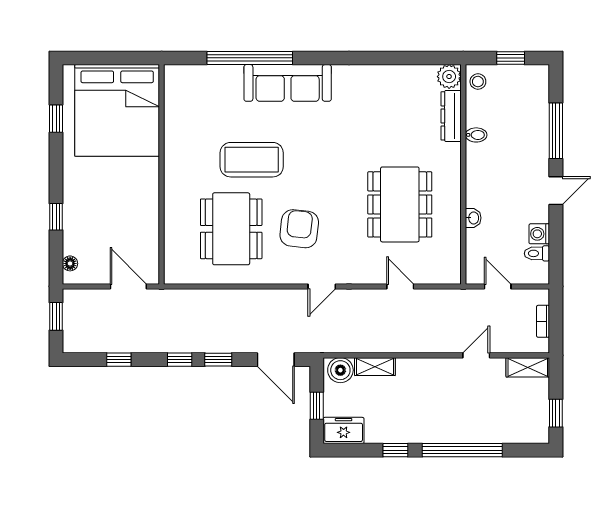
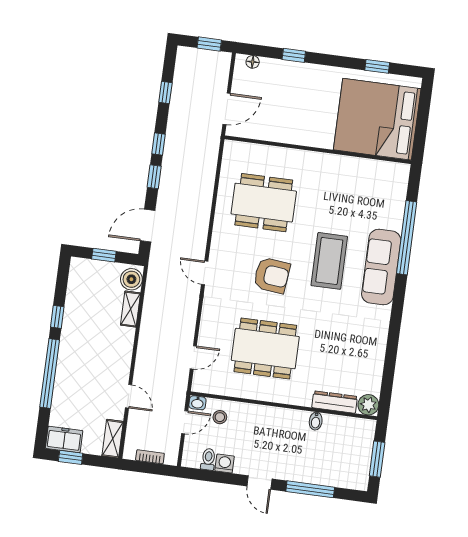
window: (511, 58) -> (377, 459), width x1.50
stool: (478, 82) -> (220, 417), moved
coffee table: (252, 160) -> (329, 261), moved
washbasin: (473, 218) -> (197, 403), moved
armchair: (299, 229) -> (272, 275), moved
door: (400, 286) -> (193, 357), moved
freezer: (344, 430) -> (64, 439), moved, turned -90

